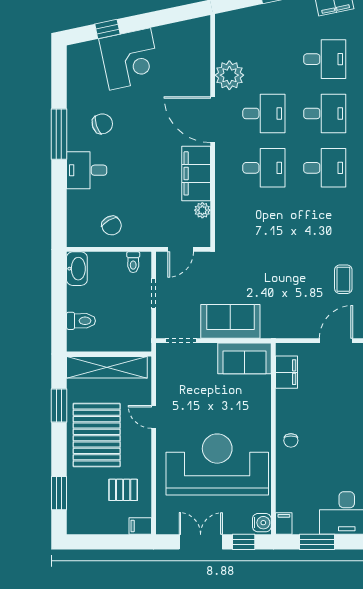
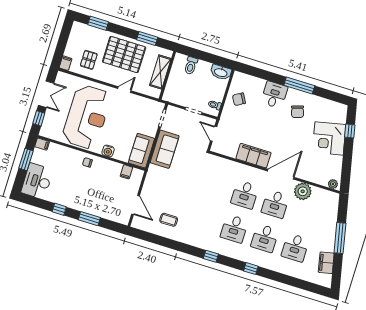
plant: (202, 210) -> (333, 184), moved
shelving: (107, 367) -> (160, 72), width x0.68
filing cabinet: (287, 372) -> (126, 172), width x0.50
water cooler: (262, 523) -> (108, 151), moved

